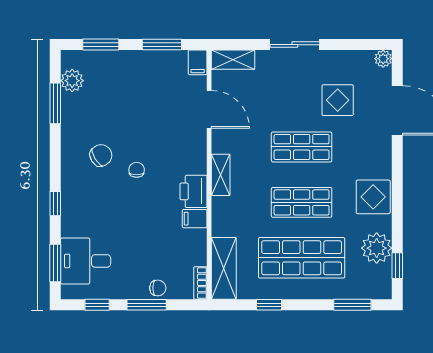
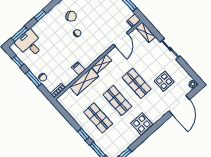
printer: (193, 191) -> (87, 60), removed
plant: (377, 248) -> (125, 141), removed
shop shelf: (302, 258) -> (98, 118), width x0.70, depth x0.74
shelving: (224, 268) -> (84, 82), moved
window: (269, 305) -> (83, 134), moved

